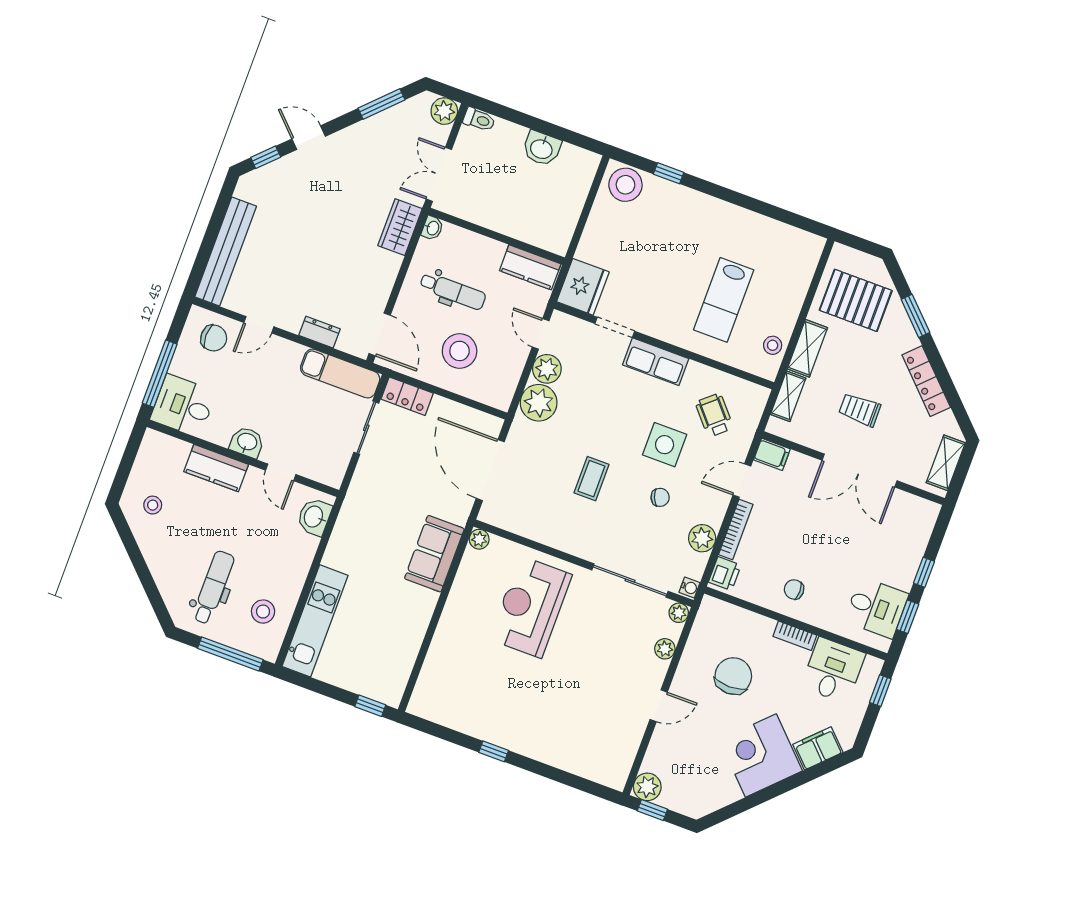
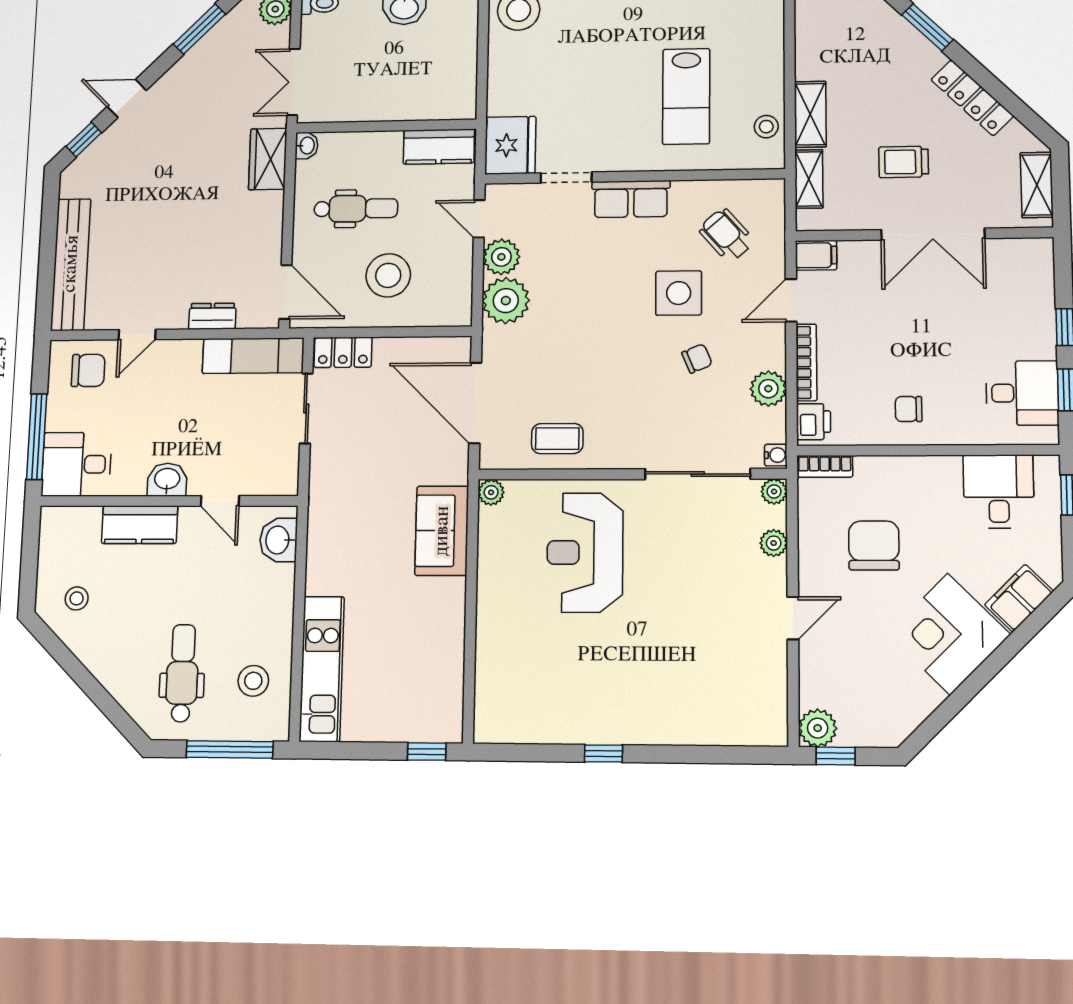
pallet: (856, 300) -> (847, 37), removed
coffee table: (591, 479) -> (557, 439), moved, turned 90
bookcase: (795, 636) -> (825, 466), moved

